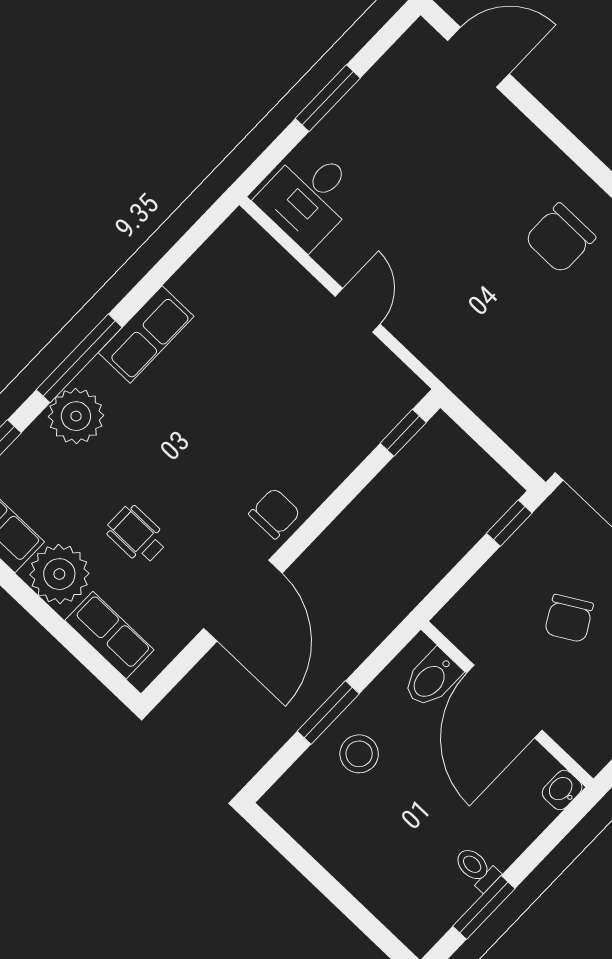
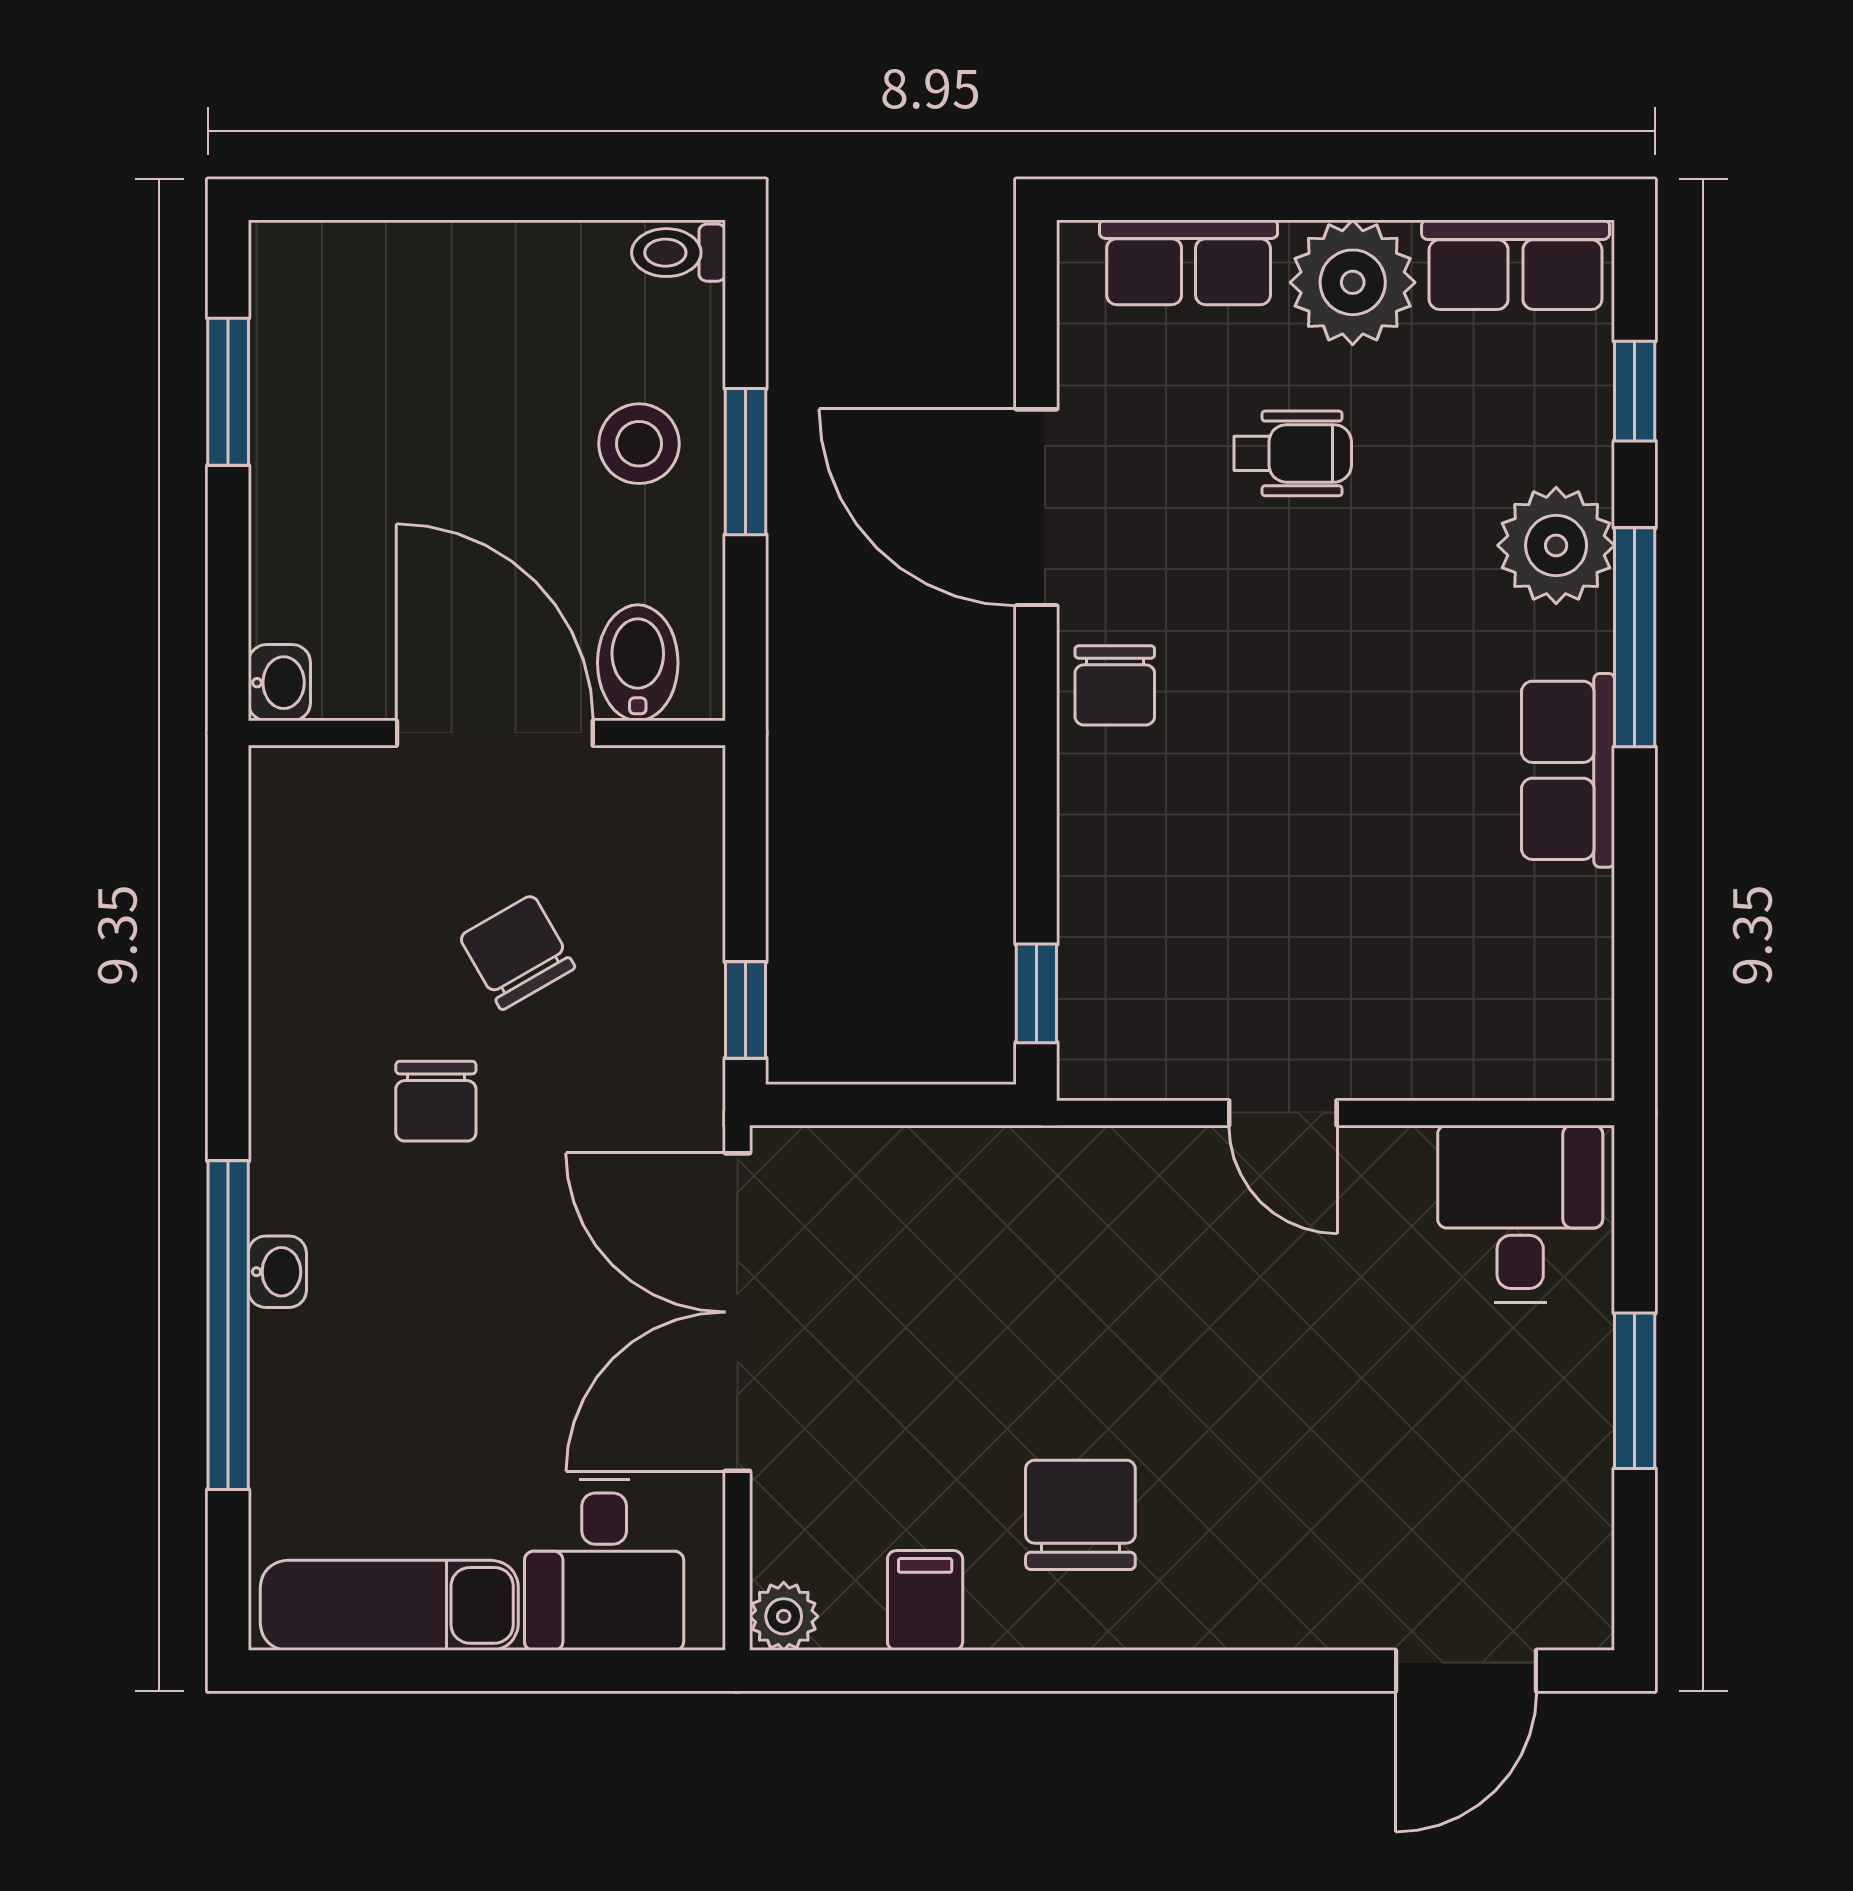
toilet: (477, 869) -> (678, 253), moved, turned 180

